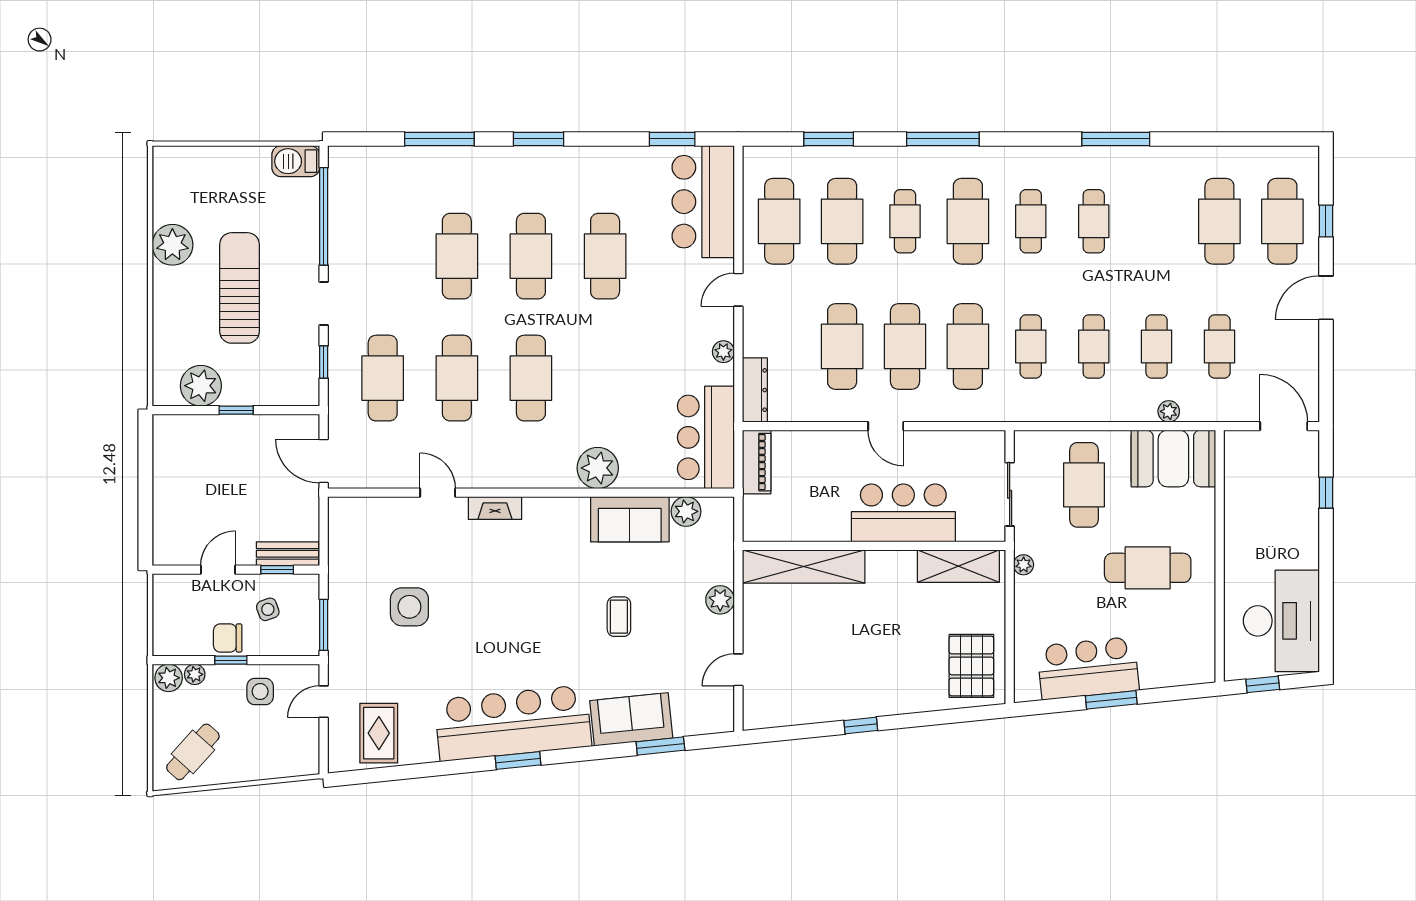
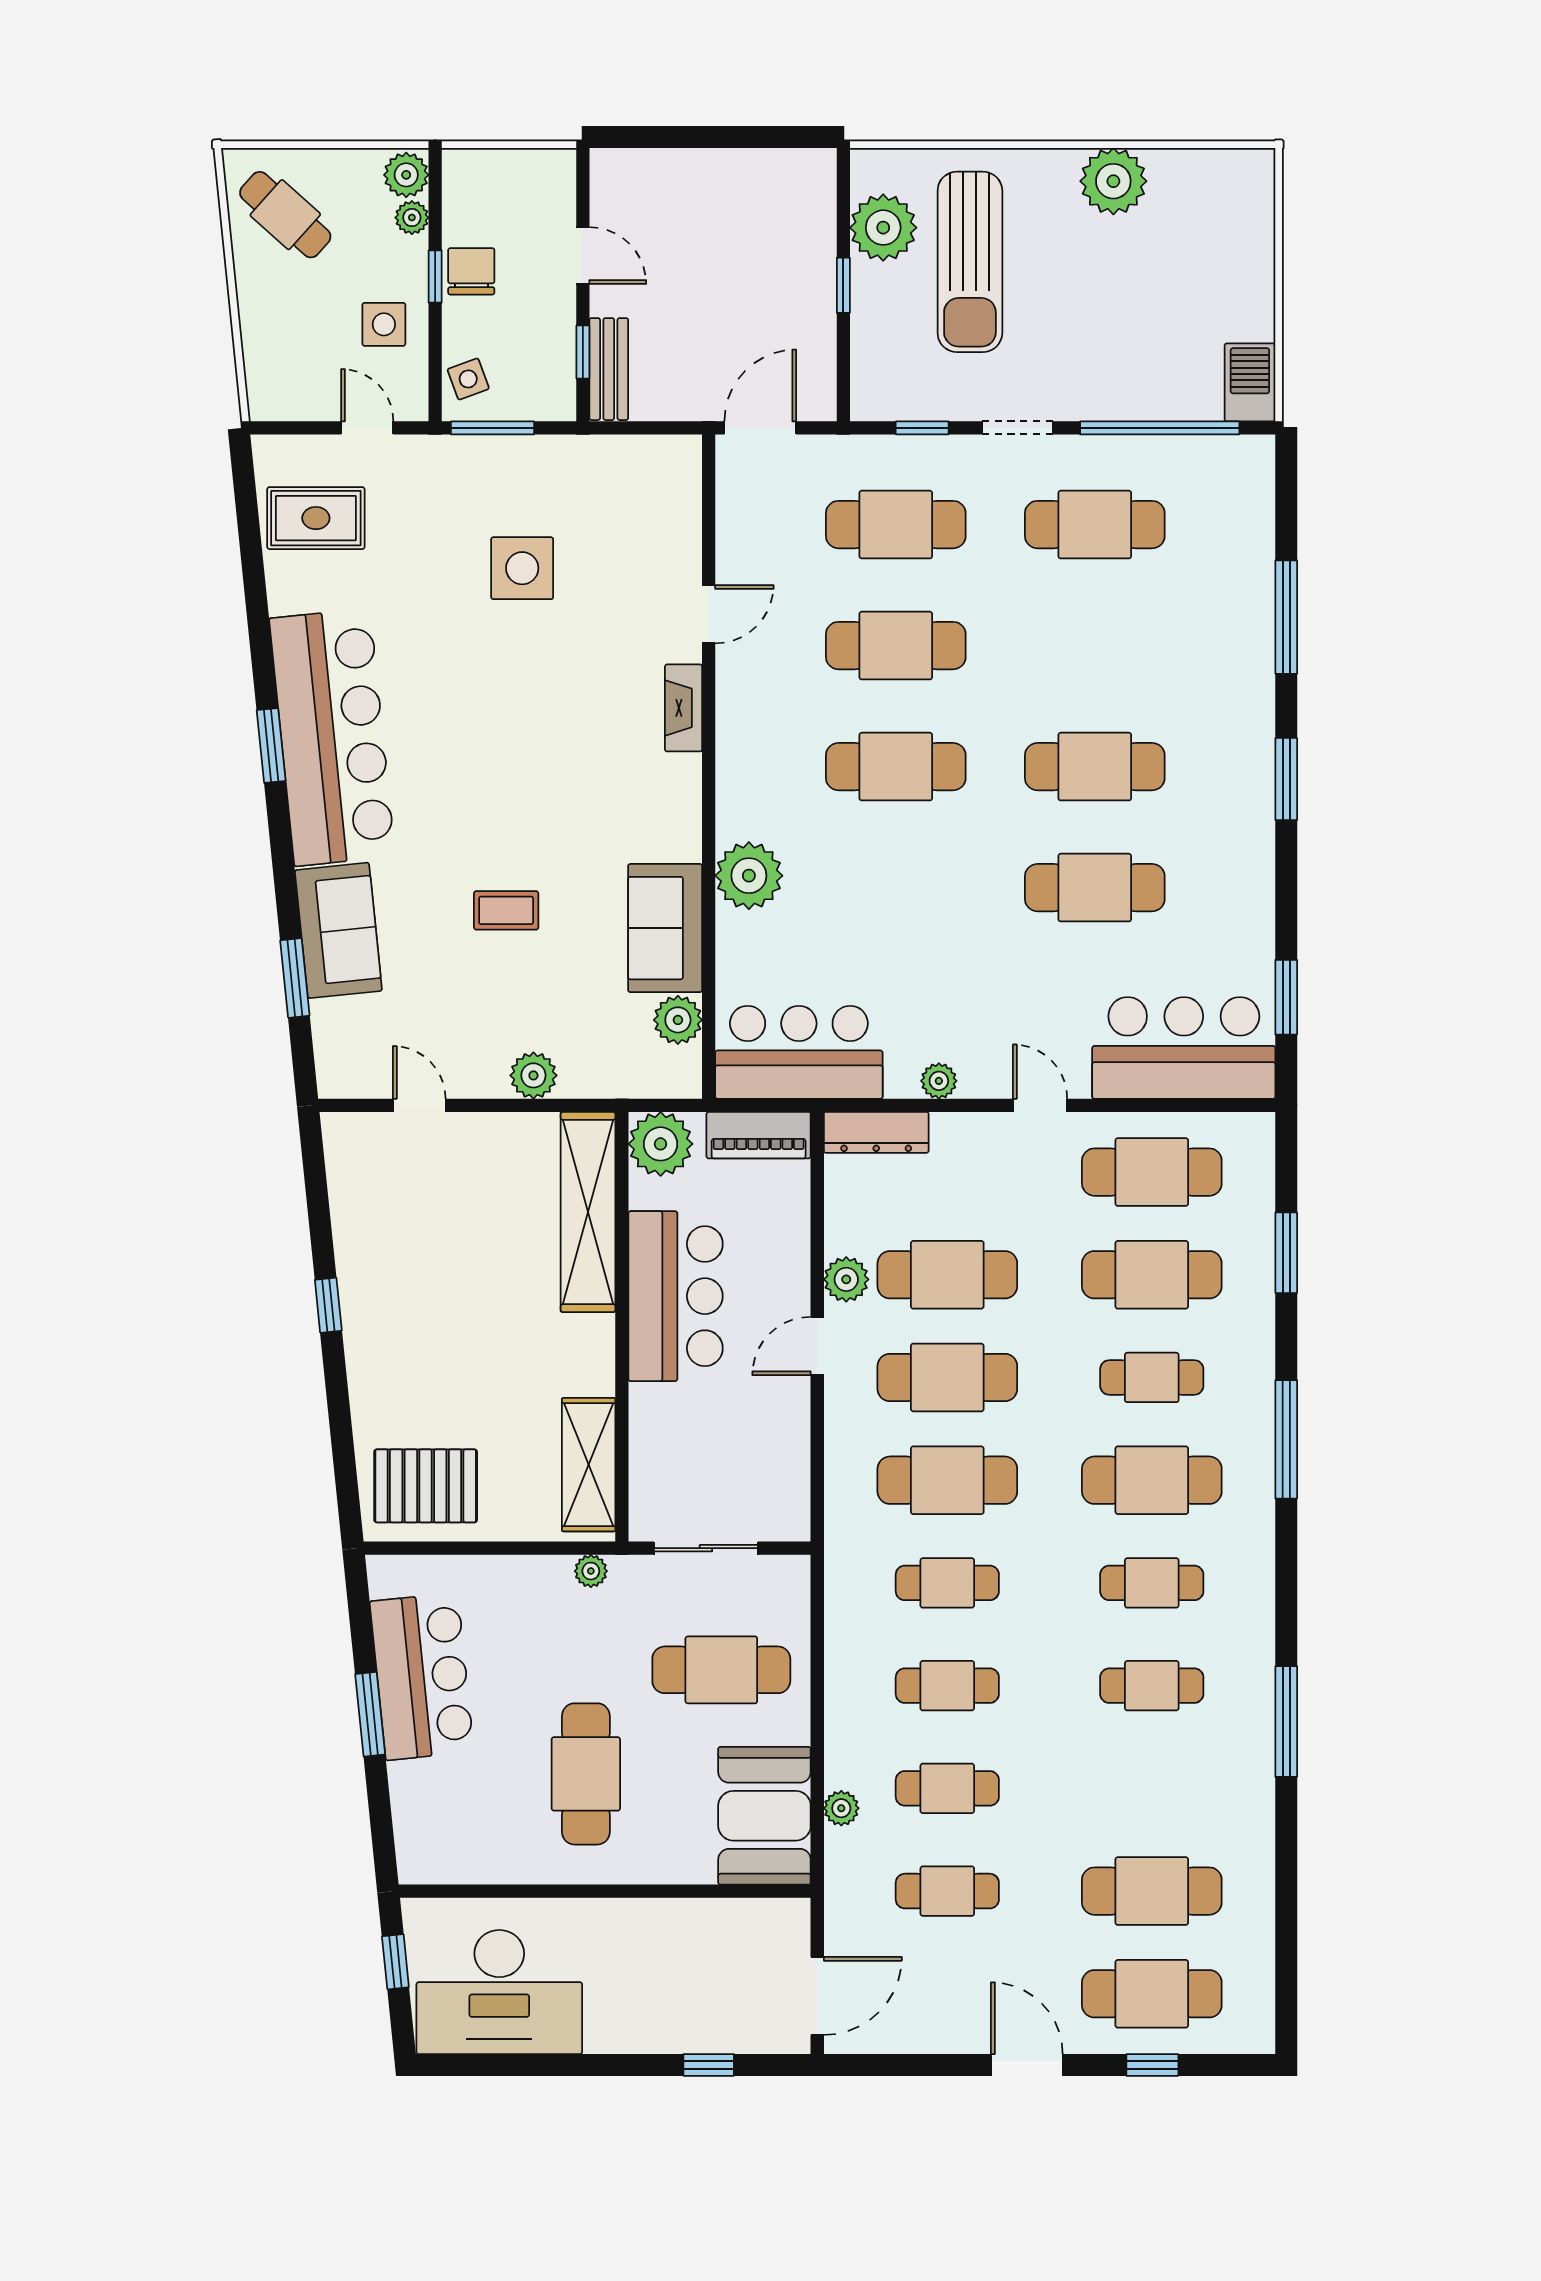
cafe table: (457, 256) -> (1095, 525), moved
sun lounger: (240, 288) -> (970, 262), moved, turned 90
plant: (845, 408) -> (846, 1279), added
bar counter: (903, 513) -> (676, 1296), moved
plant: (762, 522) -> (661, 1144), added
side table: (268, 609) -> (468, 379), moved

